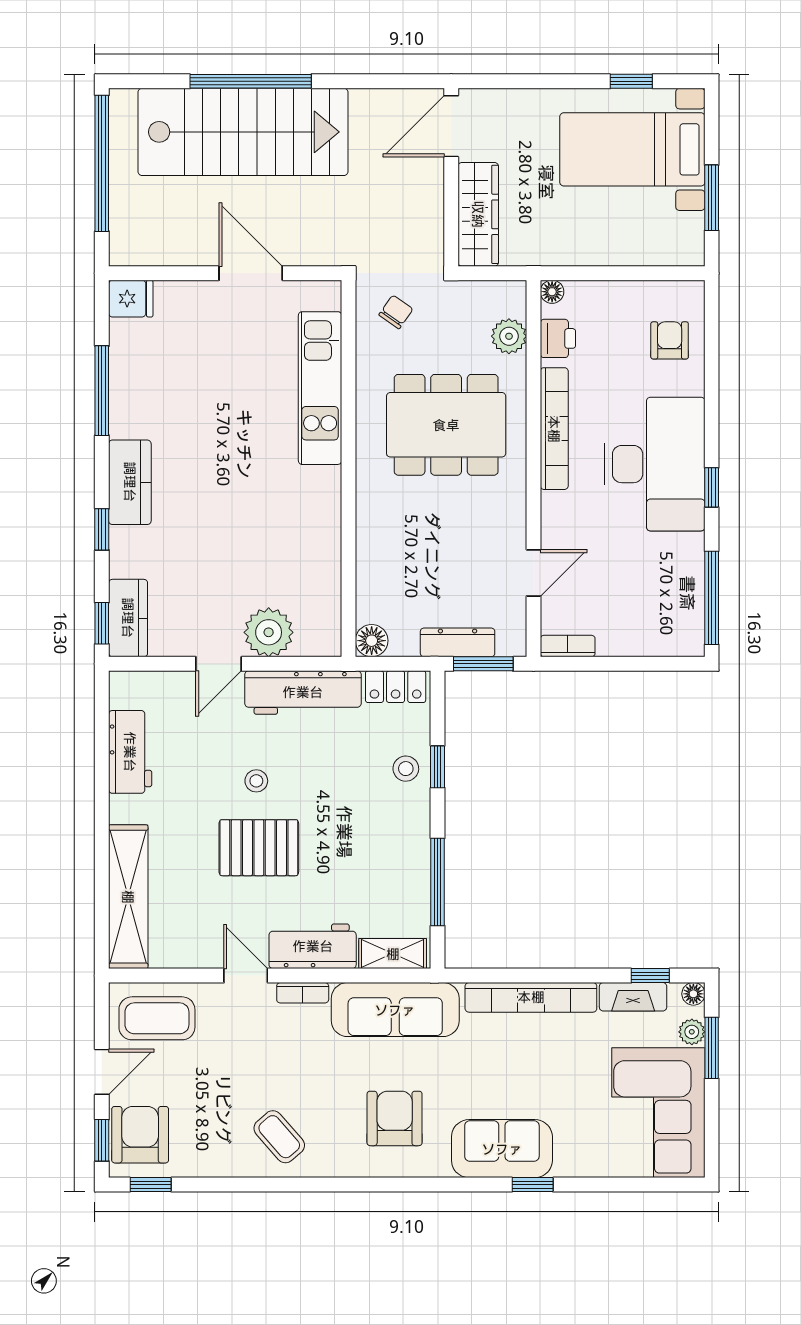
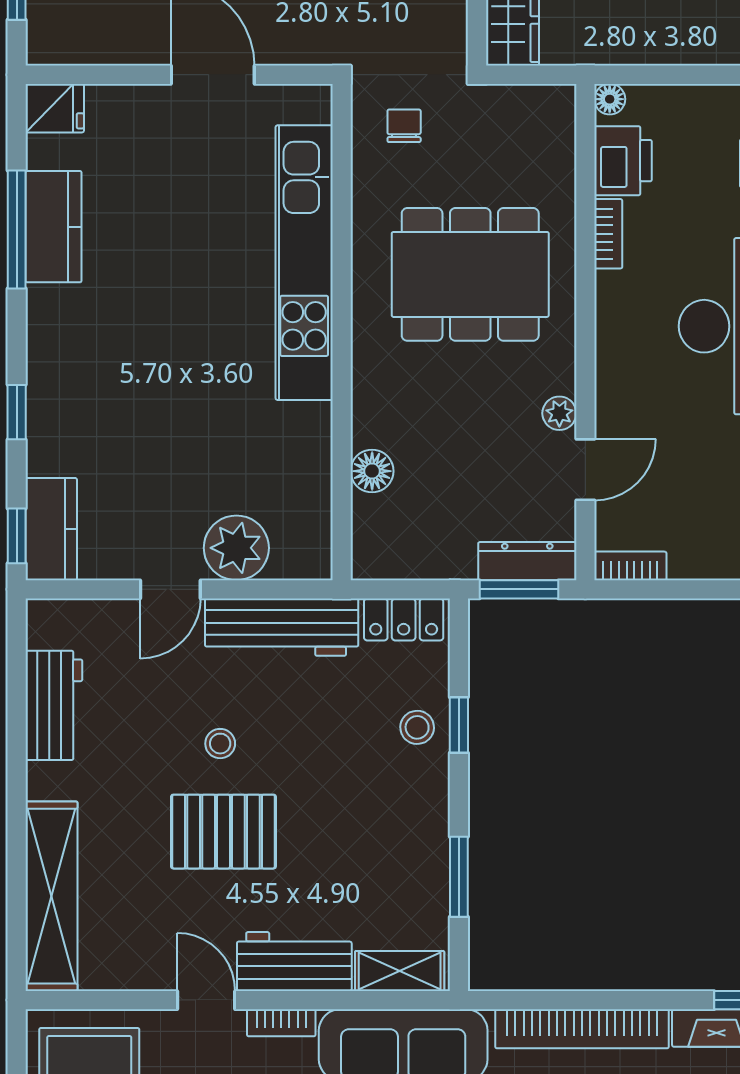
chair: (396, 312) -> (404, 126), turned -35
plant: (509, 336) -> (559, 413), moved, width x0.73, depth x0.73
printer: (558, 338) -> (623, 161), width x1.36, depth x1.24
kitchen unit: (320, 388) -> (304, 263), width x1.36
bookcase: (554, 429) -> (608, 234), width x0.43, depth x0.76
kitchen counter: (130, 482) -> (54, 227), moved
floor lamp: (372, 641) -> (372, 471), moved
dresser: (458, 642) -> (527, 561), moved
window: (438, 882) -> (459, 877), width x0.69

